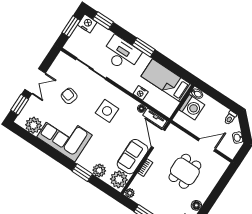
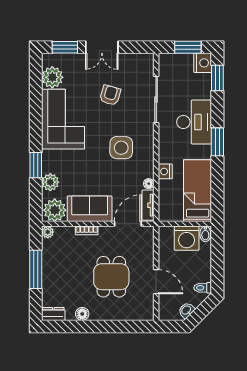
dining table: (185, 171) -> (111, 277), turned 90

